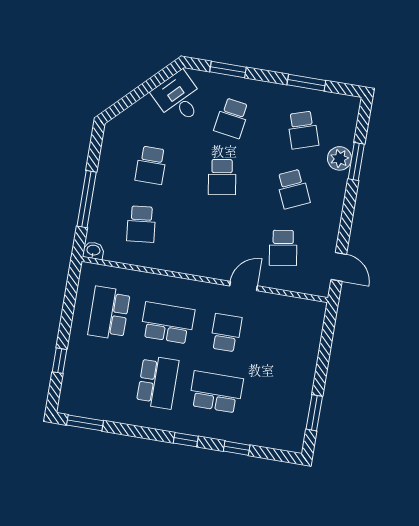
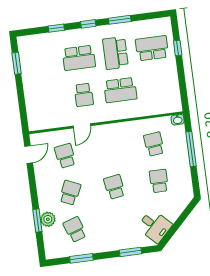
school desk: (232, 118) -> (119, 224), removed
school desk: (293, 189) -> (70, 193), turned 48
door: (339, 267) -> (29, 155), swing flipped
school desk: (109, 313) -> (152, 48), moved, turned -90
window: (85, 423) -> (120, 20), moved

